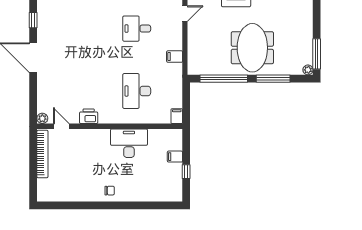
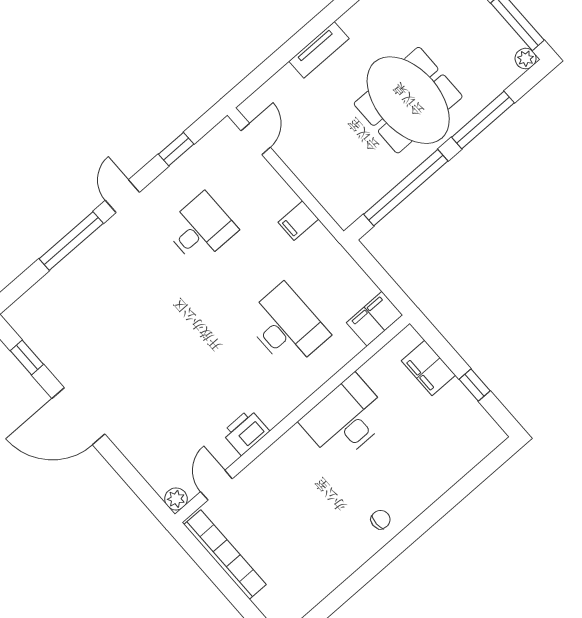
desk: (137, 29) -> (201, 229), turned 180
desk: (137, 91) -> (286, 327), turned 180
filing cabinet: (177, 116) -> (375, 319), width x2.00
door: (61, 126) -> (216, 485), hinge flipped
filing cabinet: (175, 157) -> (428, 368), width x2.00

